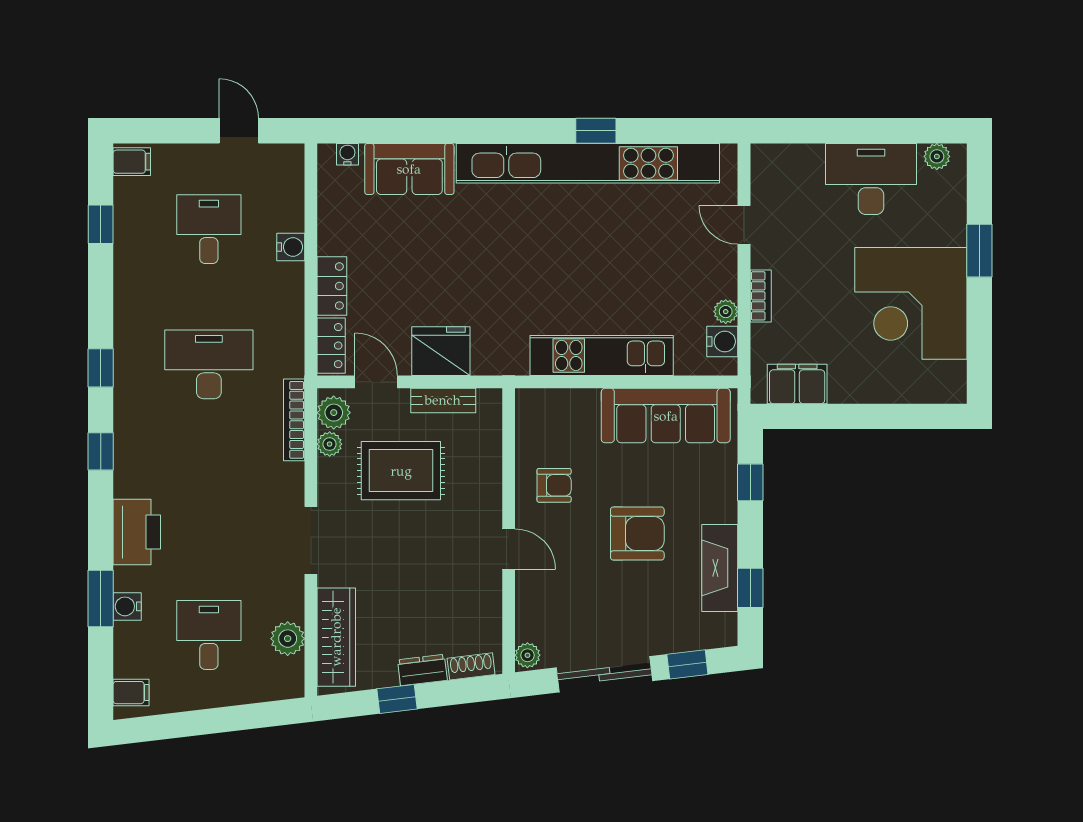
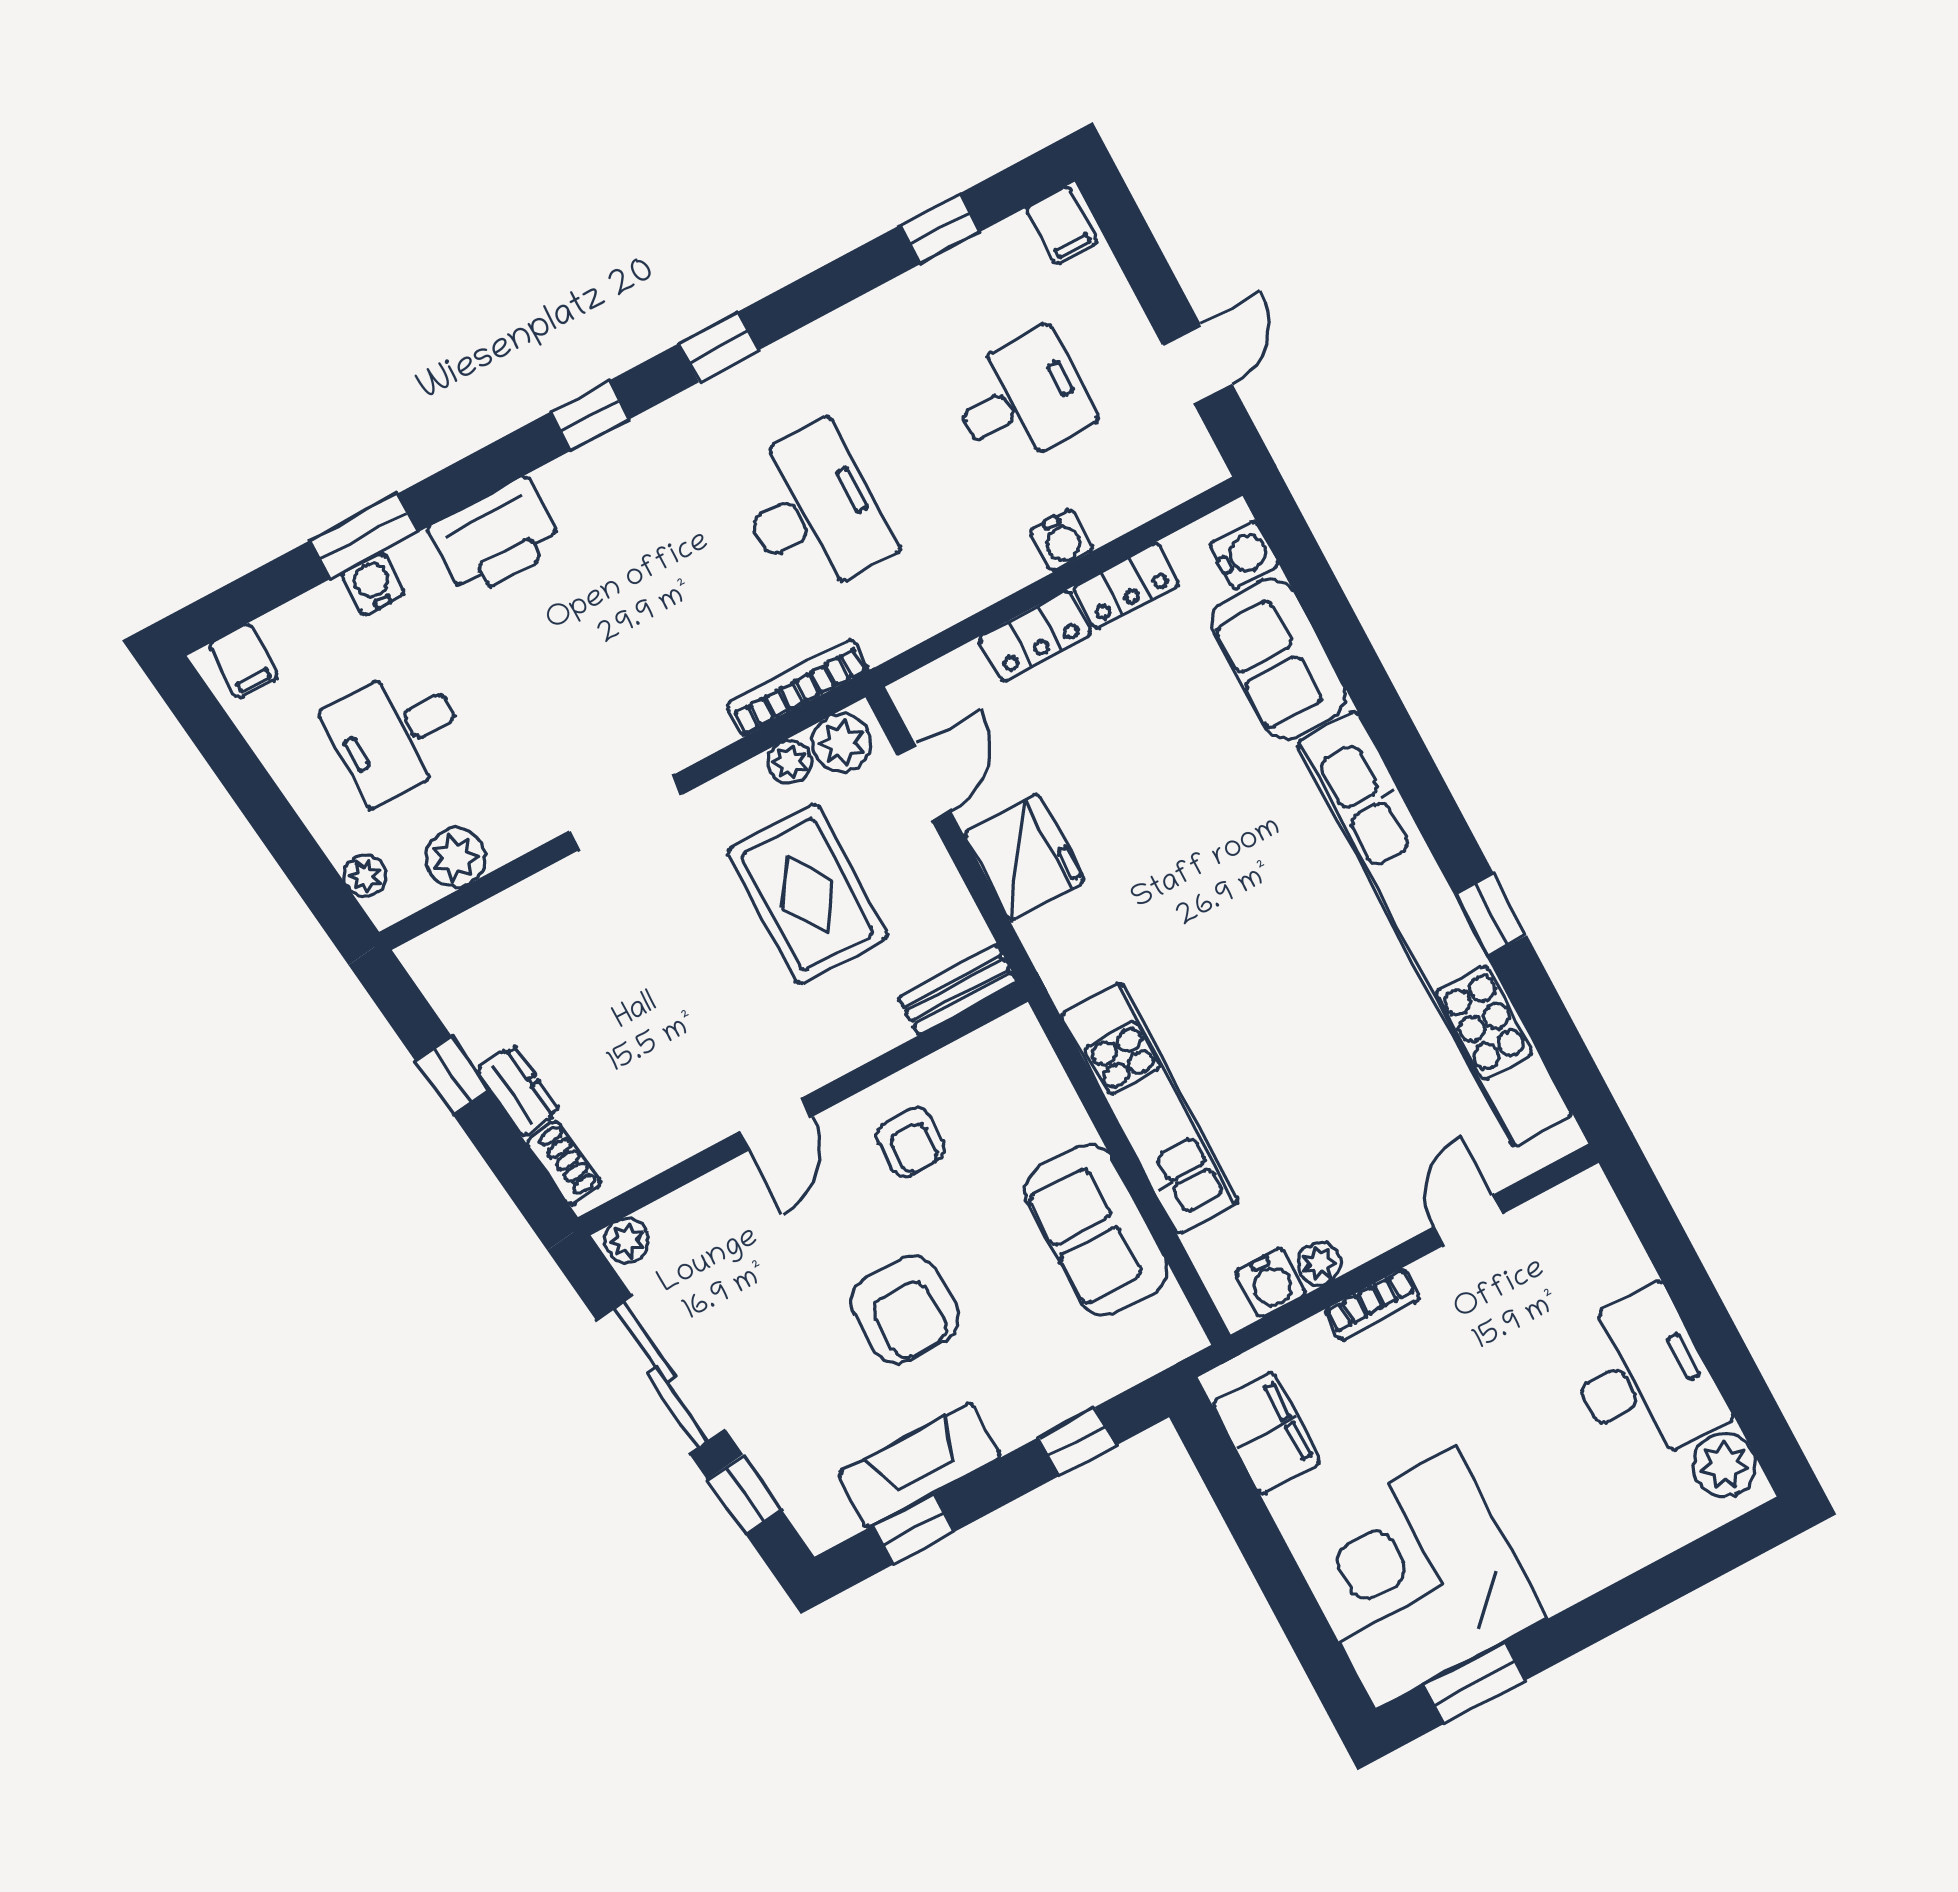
water cooler: (347, 154) -> (1244, 555), width x1.38, depth x1.38
plant: (937, 156) -> (1724, 1465), width x1.38, depth x1.38
window: (979, 251) -> (1474, 1683), moved
corner desk: (911, 303) -> (1416, 1578), moved
locker: (331, 346) -> (1126, 586), moved
bench: (443, 400) -> (958, 990), moved, turned 90
sofa: (666, 416) -> (1096, 1230), width x0.73
desk: (209, 635) -> (396, 733), turned 180
wardrobe: (336, 637) -> (498, 931), removed
plant: (273, 689) -> (365, 876), added

